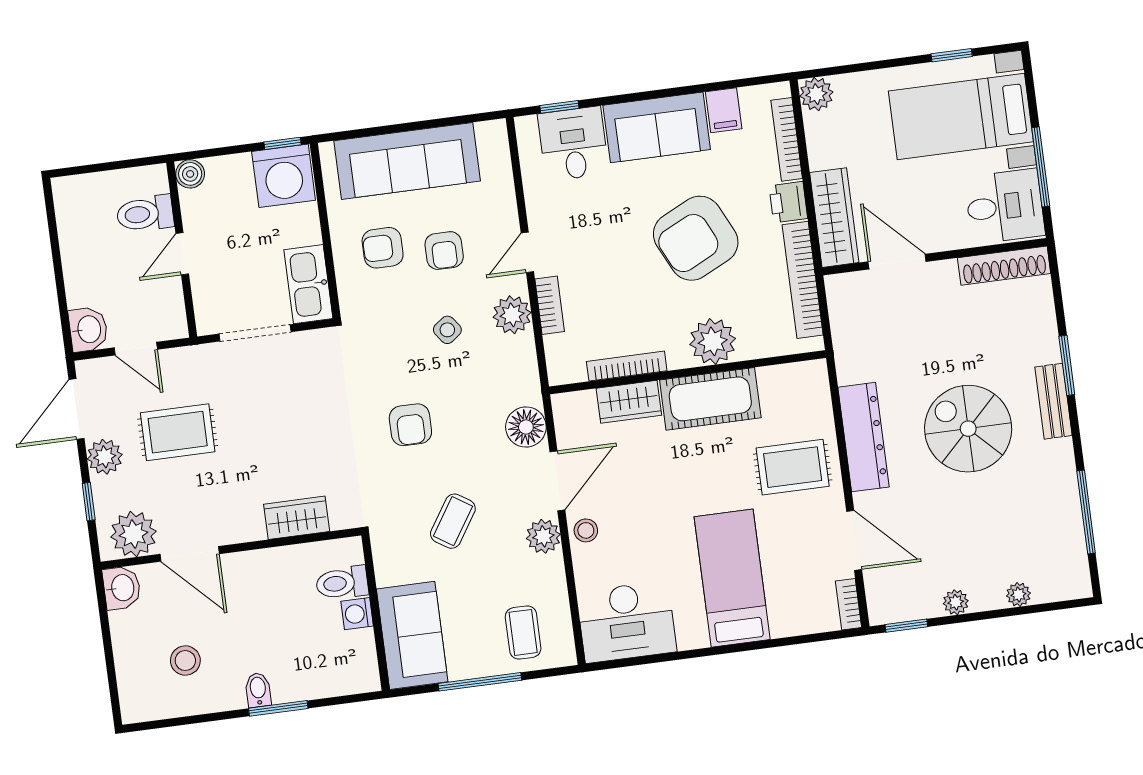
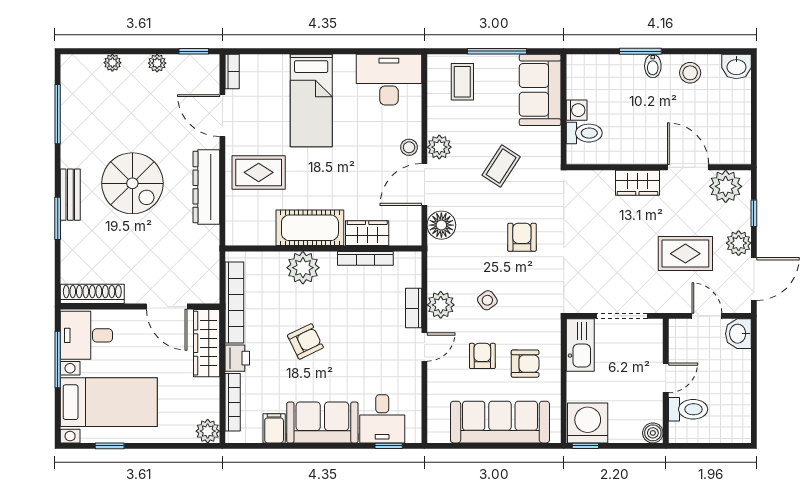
armchair: (696, 238) -> (305, 341), width x0.53, depth x0.53
wardrobe: (297, 518) -> (637, 183), moved
washbasin: (122, 588) -> (736, 66), moved, turned -90
stool: (185, 661) -> (690, 73), moved

